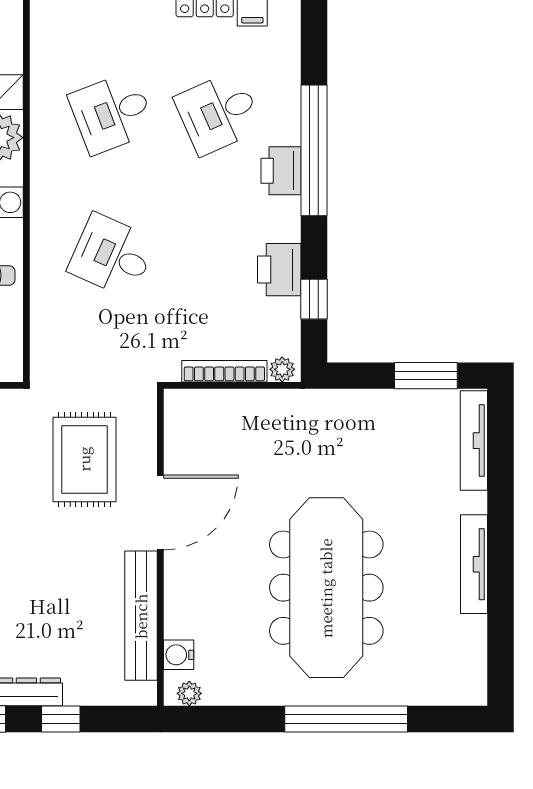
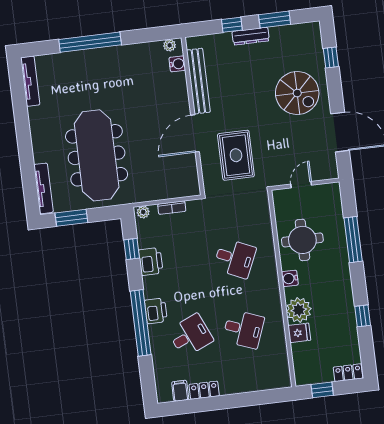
desk: (112, 113) -> (243, 329), turned 42
bookcase: (224, 371) -> (172, 208), width x0.64
tv unit: (474, 564) -> (30, 81), moved
meeting table: (326, 588) -> (97, 155), moved

